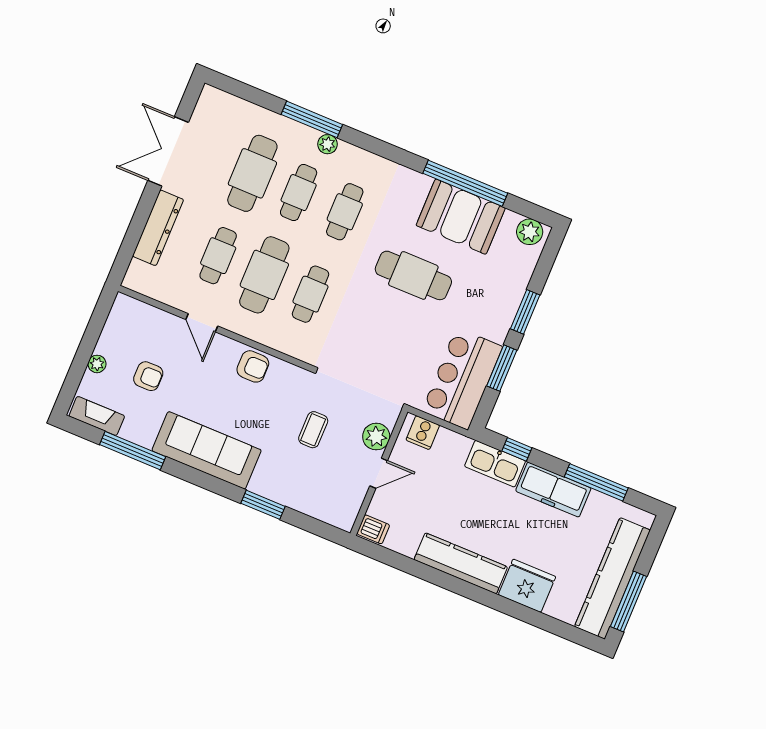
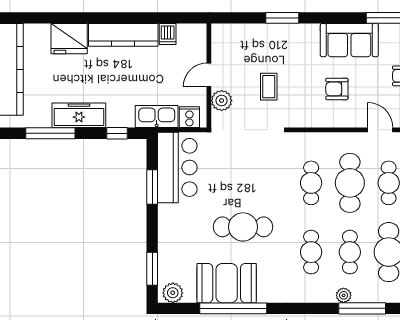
window: (525, 312) -> (152, 269), moved
armchair: (253, 366) -> (337, 89), moved
sofa: (207, 450) -> (349, 40), width x0.73
kitchen sink: (495, 464) -> (157, 116), moved
dishwasher: (373, 529) -> (168, 34), moved, turned -90

